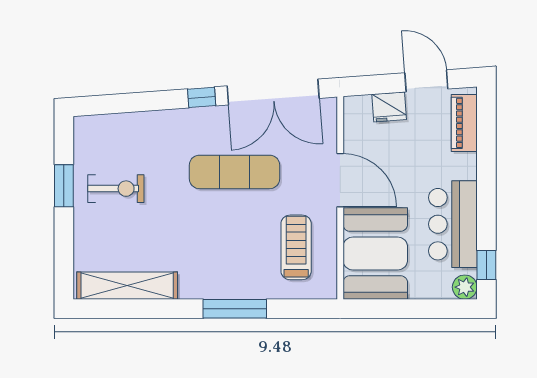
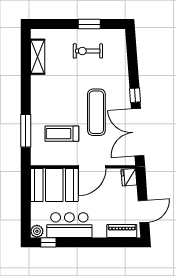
fridge: (389, 107) -> (129, 177), moved
exercise bike: (116, 189) -> (88, 51), turned 90
treadmill: (296, 247) -> (62, 134), moved, turned 180
shelving: (127, 286) -> (38, 57), width x0.68
window: (235, 309) -> (26, 131), moved

